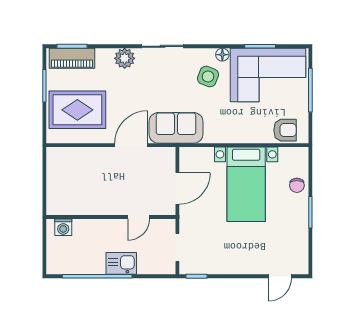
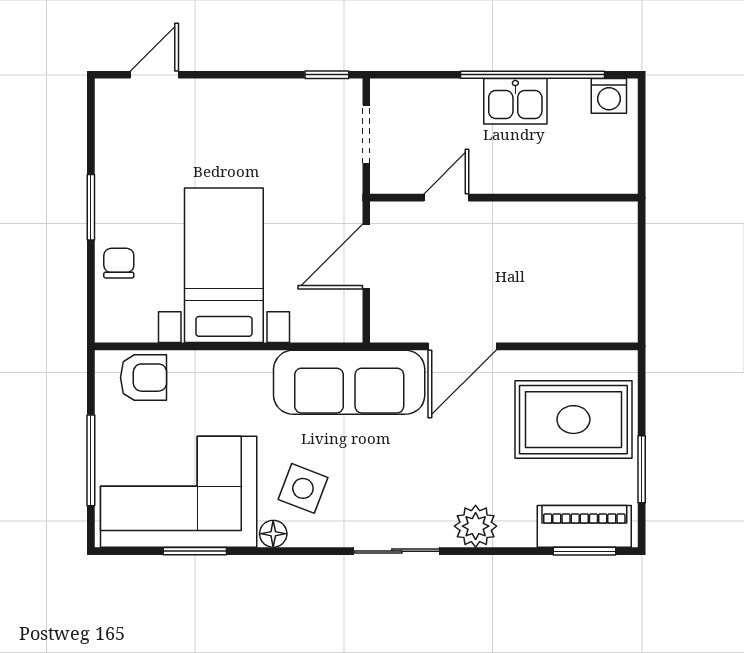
sofa: (176, 128) -> (349, 382), width x1.36
armchair: (285, 130) -> (144, 378), turned 180
washing machine: (63, 227) -> (609, 96), moved, turned 180
kitchen sink: (121, 263) -> (515, 101), moved

